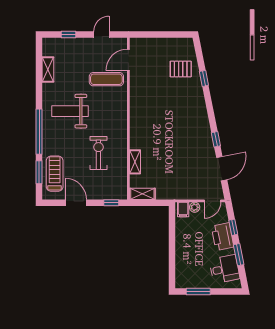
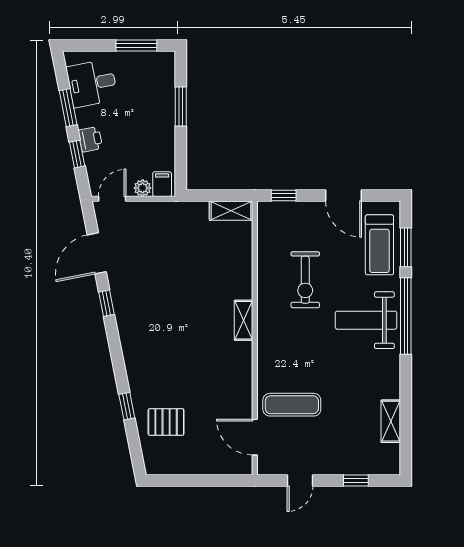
door: (128, 60) -> (255, 437), swing flipped
weight bench: (70, 111) -> (366, 320), moved, turned 180
shelving: (135, 162) -> (244, 320), moved
printer: (223, 237) -> (90, 139), width x0.53, depth x0.68
window: (172, 255) -> (181, 106), added

